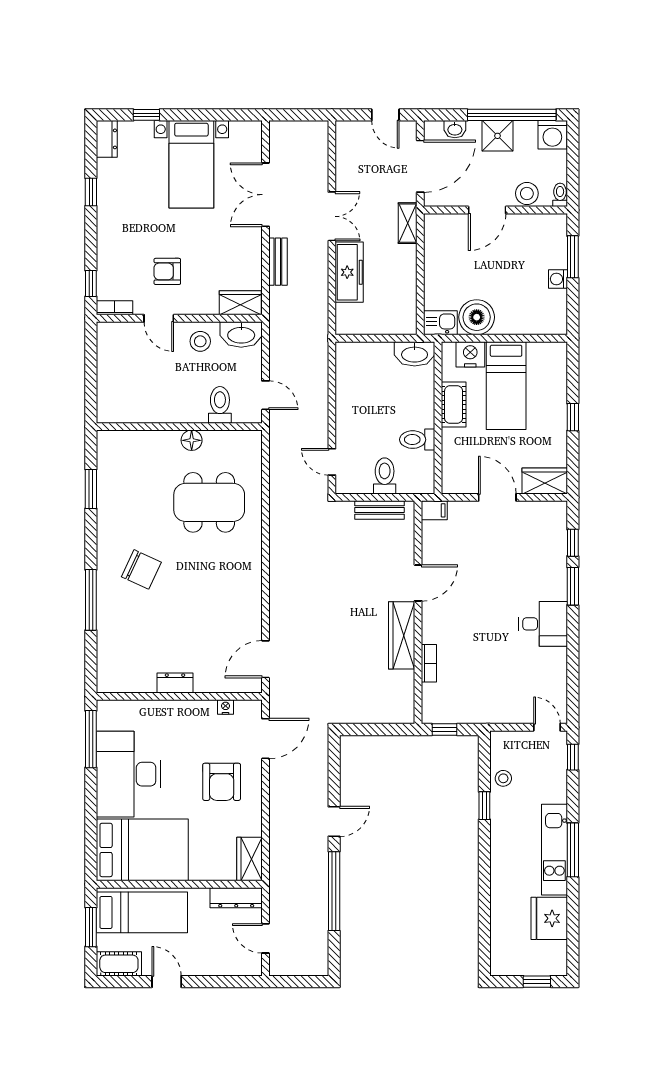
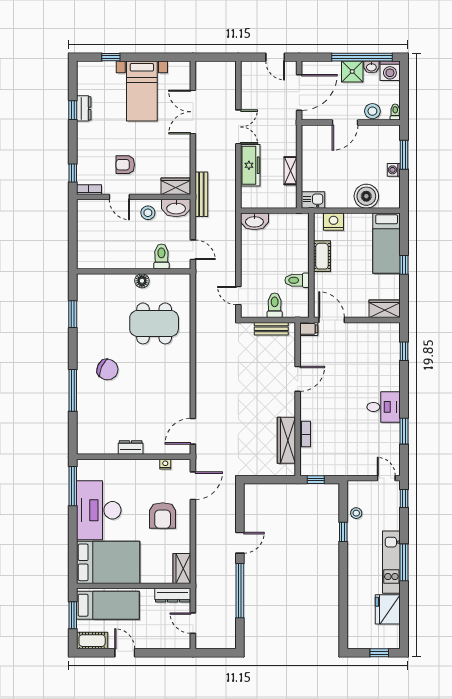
washbasin: (455, 129) -> (371, 67), moved
dresser: (107, 139) -> (84, 108), moved
shelving: (408, 223) -> (290, 171), moved
bench: (278, 262) -> (201, 194), moved, width x1.36
boiler: (477, 317) -> (366, 196), moved
washbasin: (415, 354) -> (254, 221), moved
bed: (506, 386) -> (387, 243), moved
door: (497, 497) -> (332, 320), moved
window: (573, 586) -> (404, 431), moved
wardrobe: (402, 635) -> (286, 440), moved

